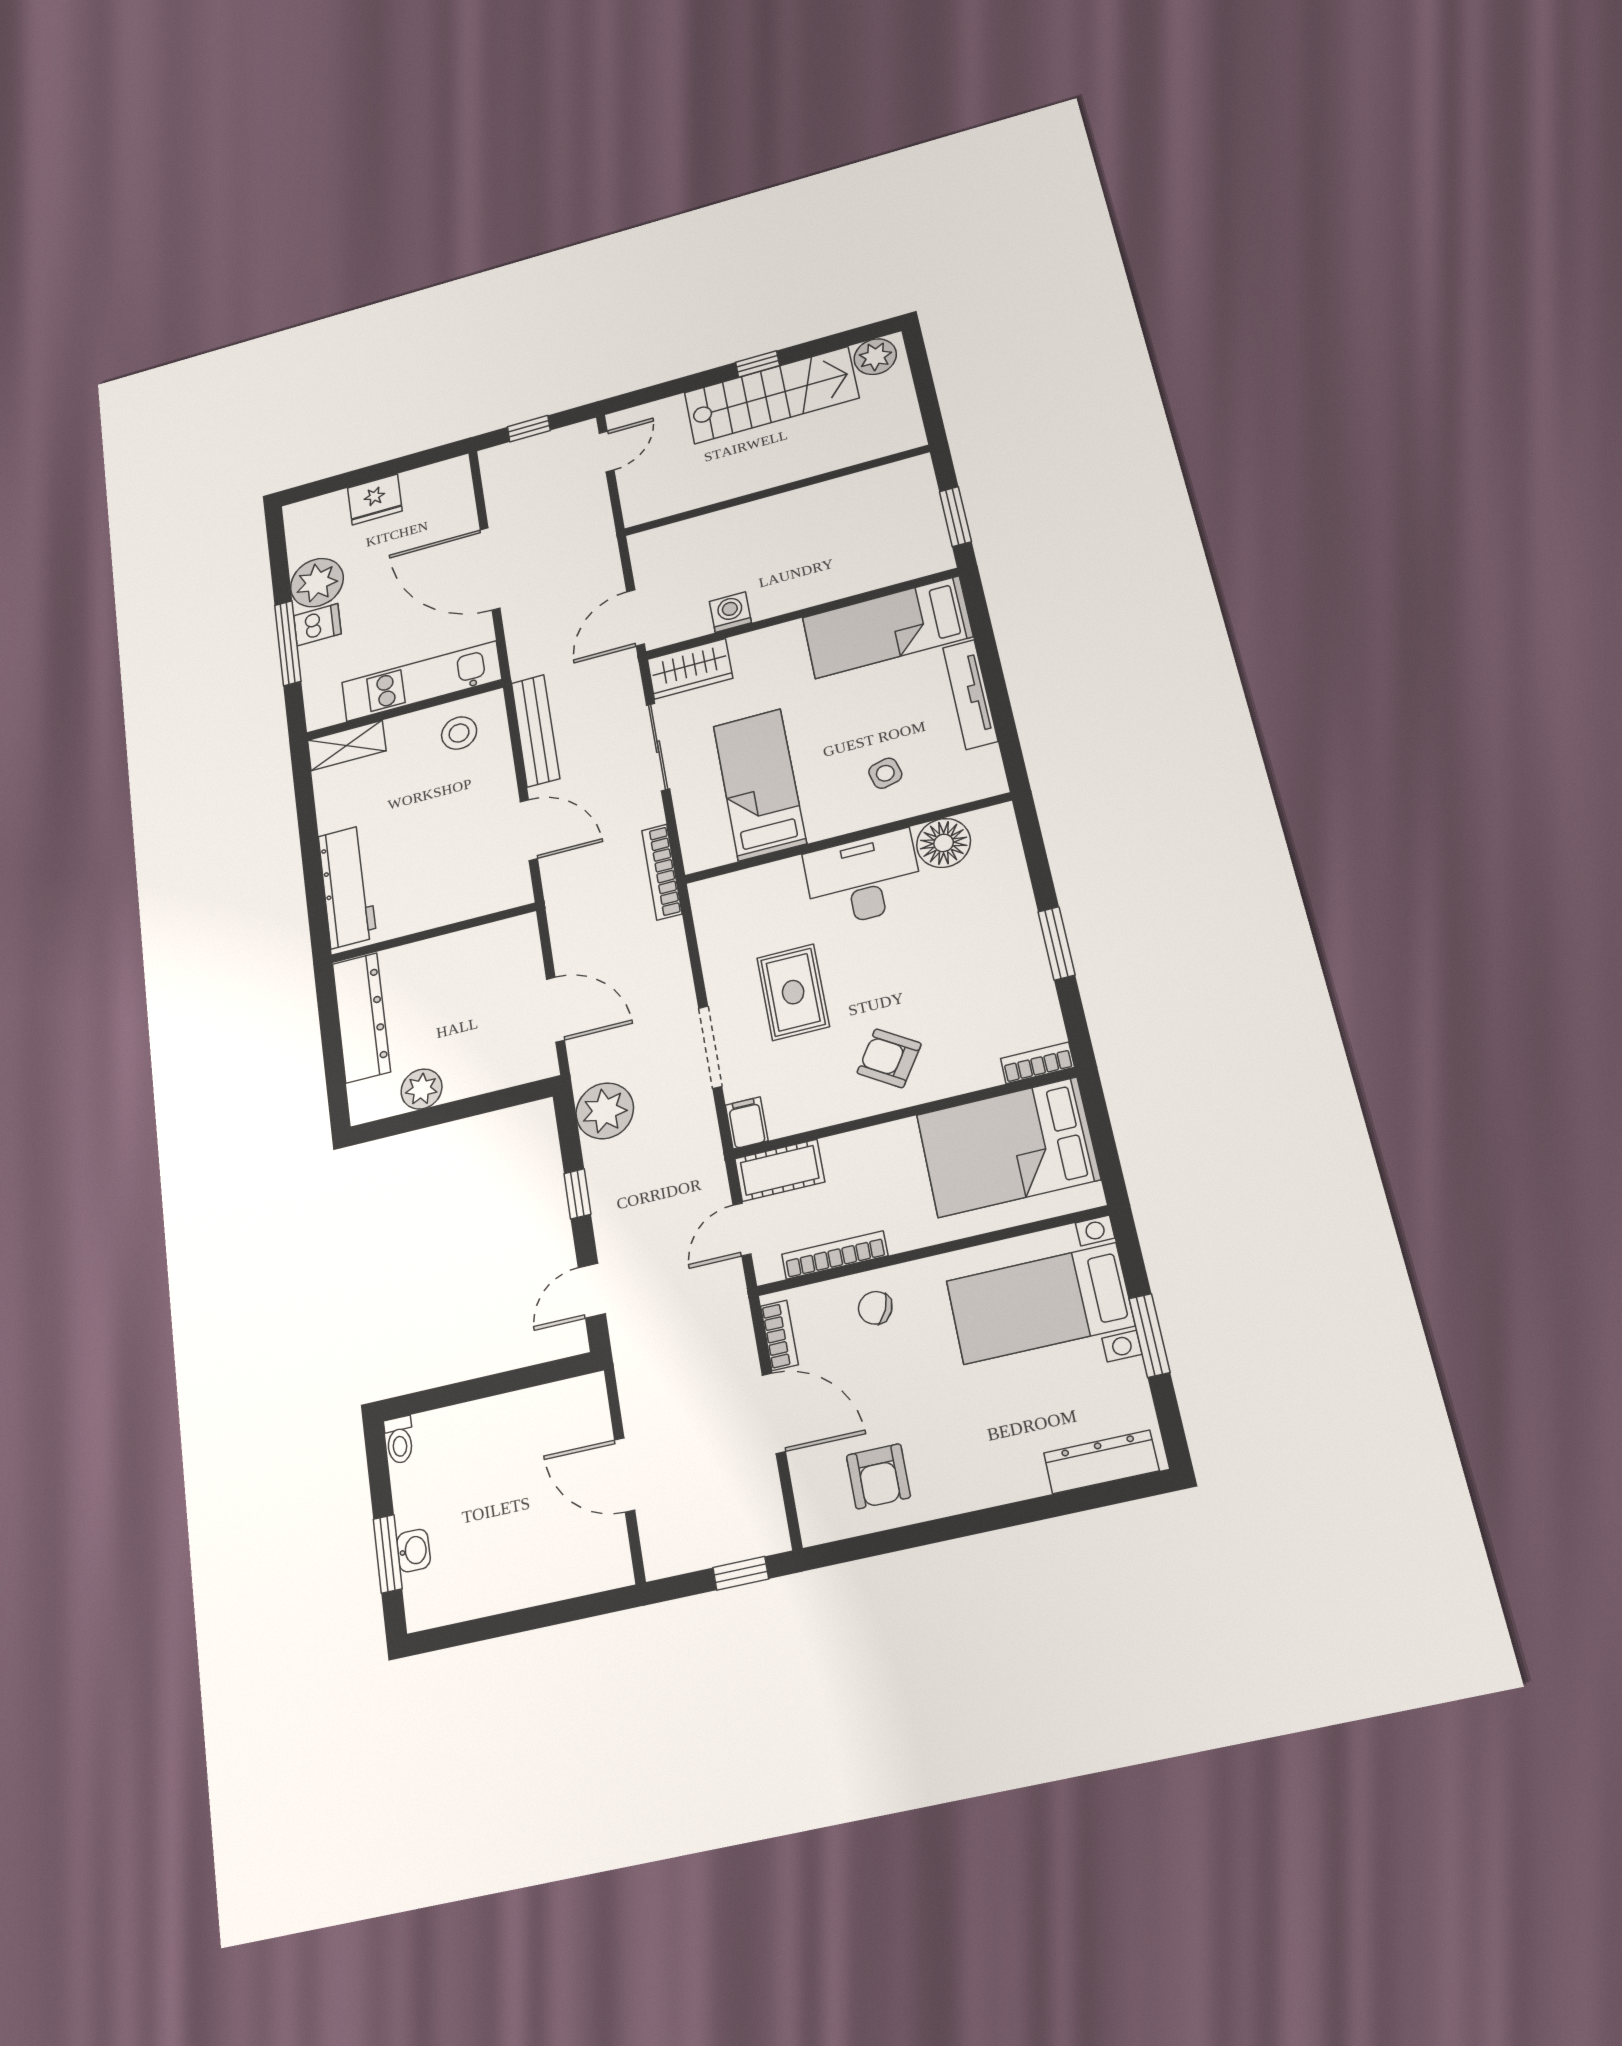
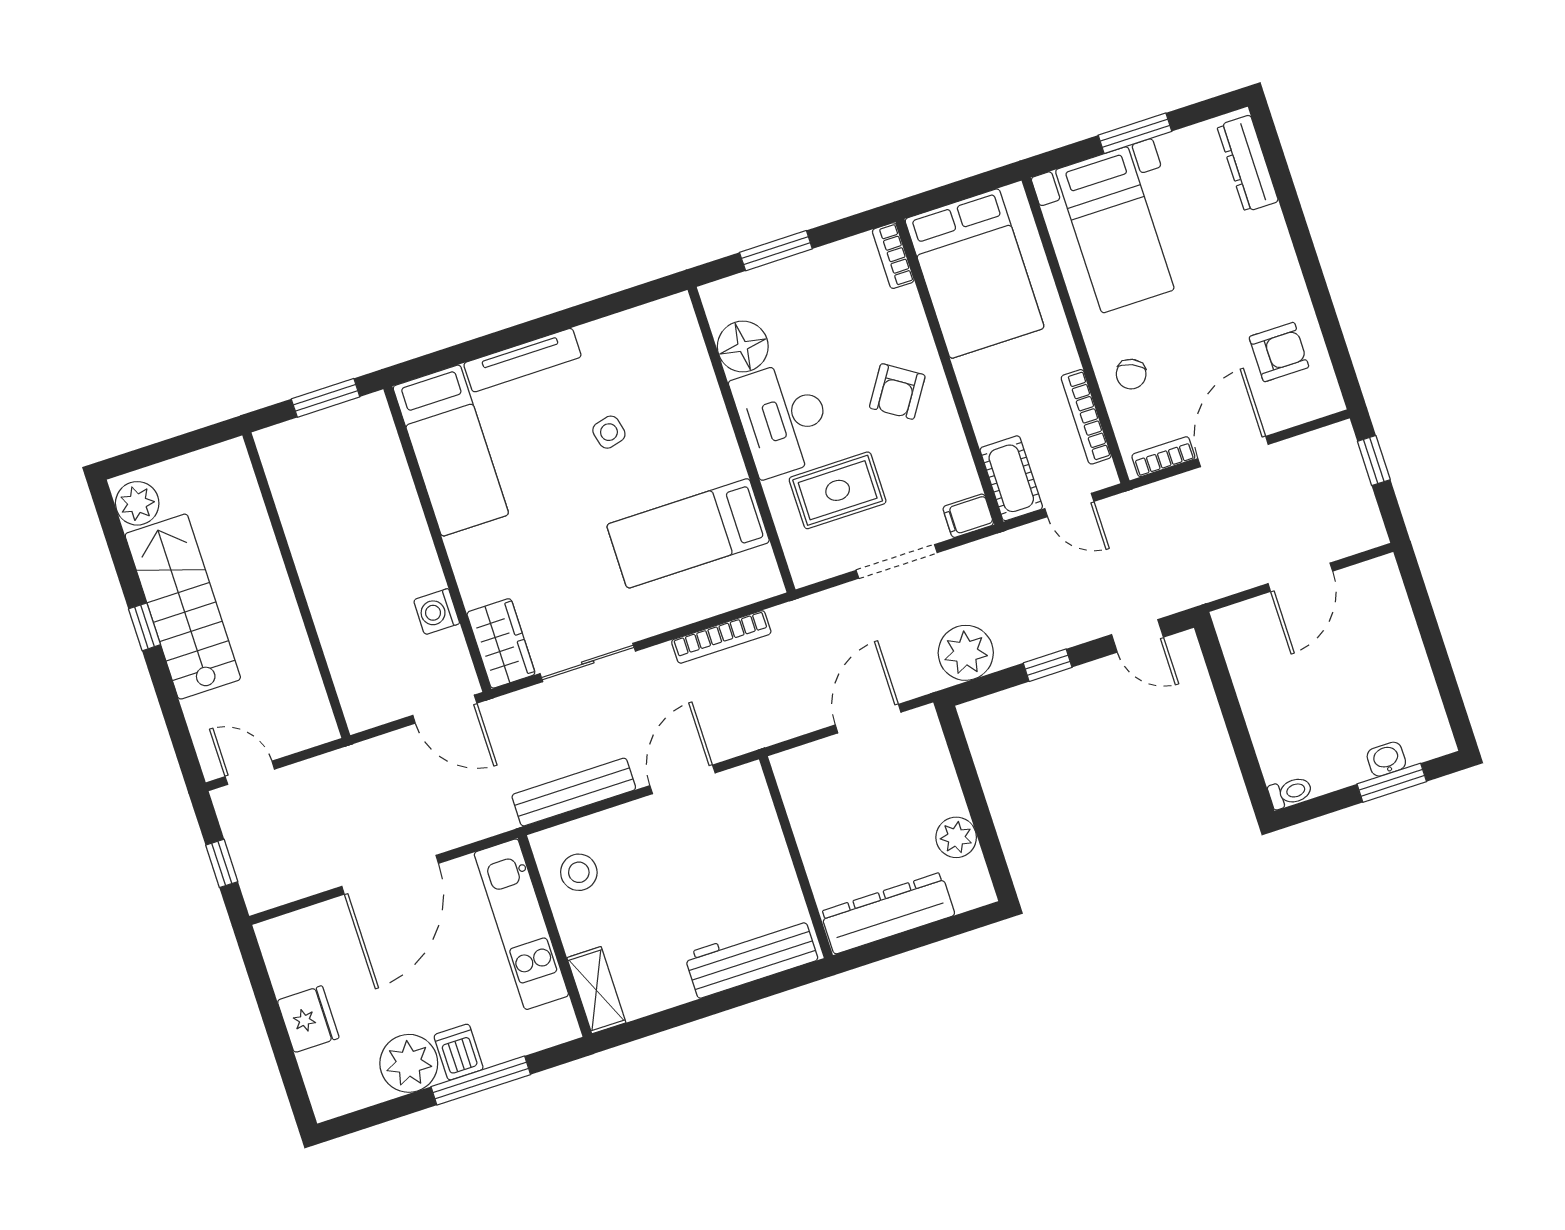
bed: (760, 784) -> (688, 533), moved
wall: (847, 838) -> (742, 440), moved
floor lamp: (944, 843) -> (743, 346), moved
desk: (863, 879) -> (783, 419), moved

